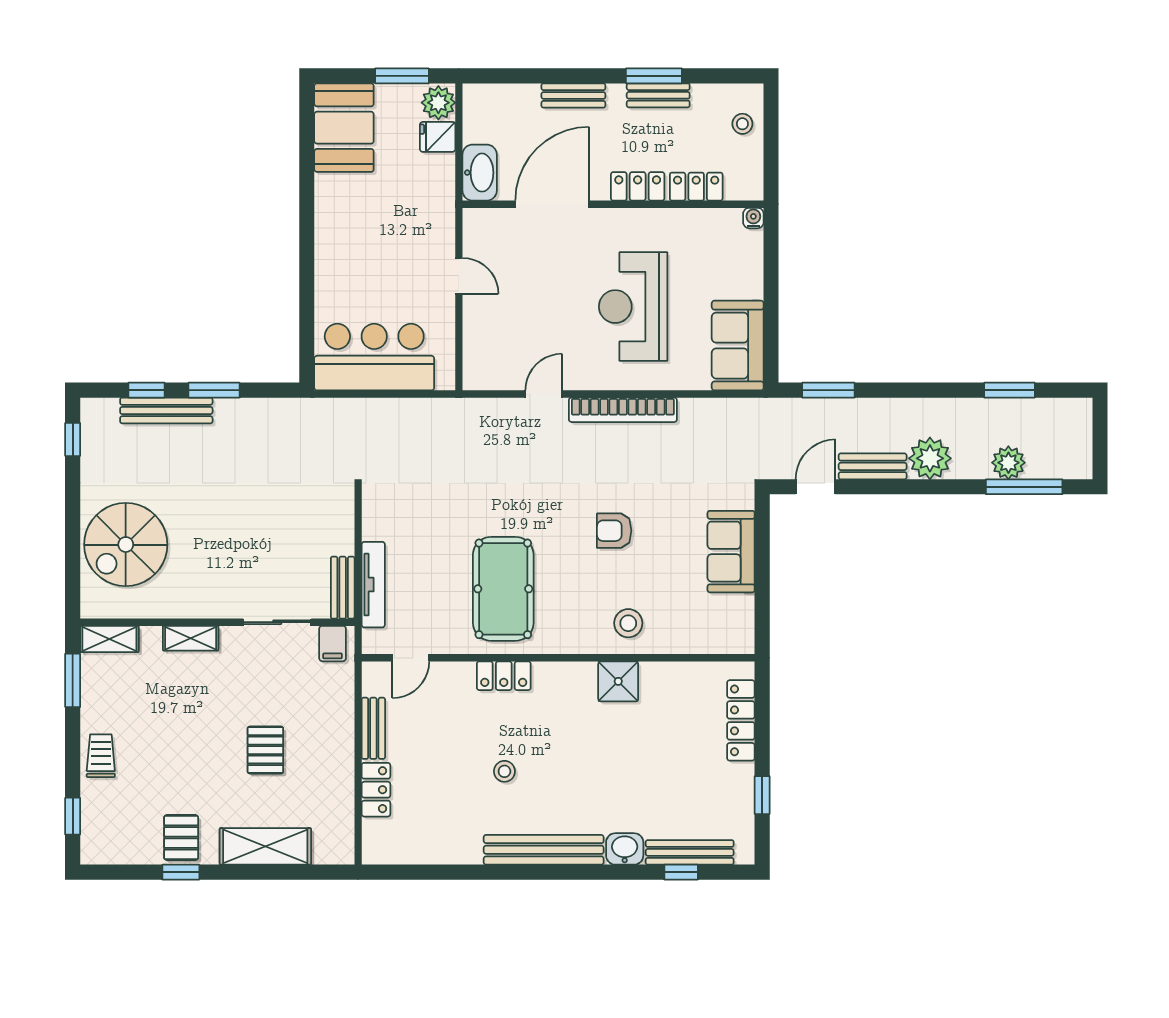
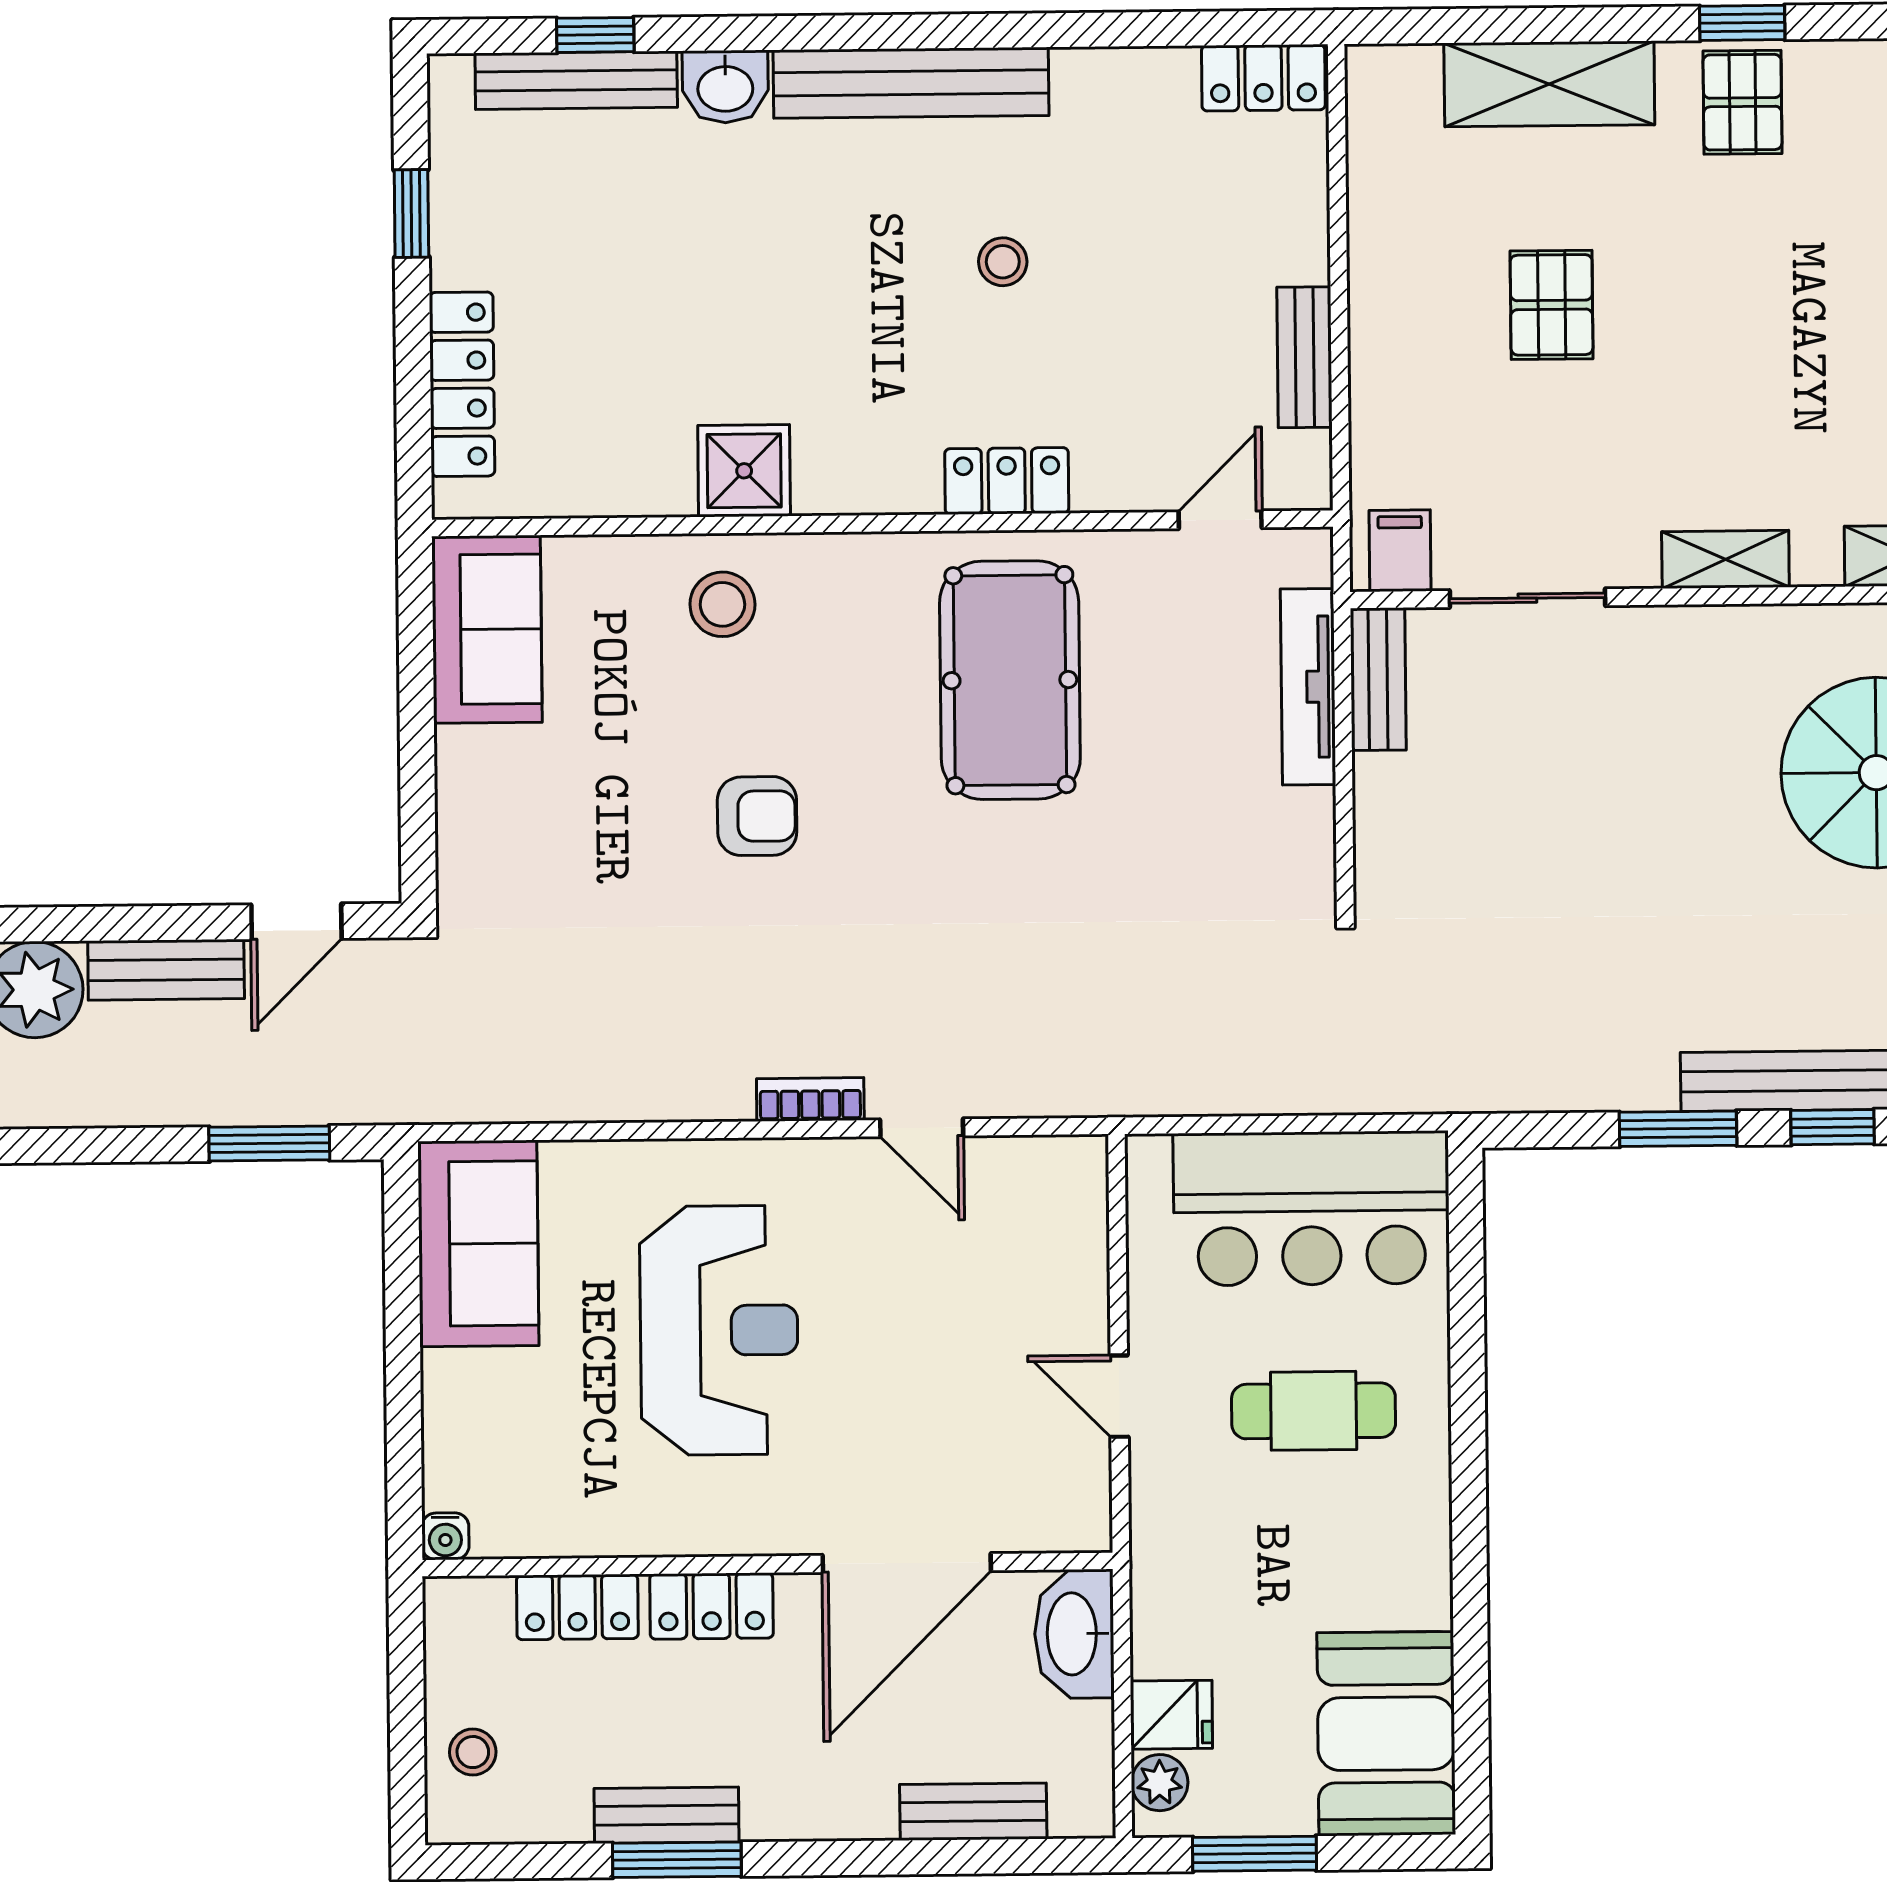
bench: (573, 95) -> (973, 1812), moved
plant: (438, 103) -> (1160, 1783), width x0.73, depth x0.73
cafe table: (374, 269) -> (1314, 1411), added
door: (544, 394) -> (922, 1128), hinge flipped
bookcase: (623, 410) -> (810, 1099), width x0.43, depth x0.76
sofa: (731, 552) -> (487, 629), moved
locker: (376, 790) -> (1263, 78), moved, turned -90

